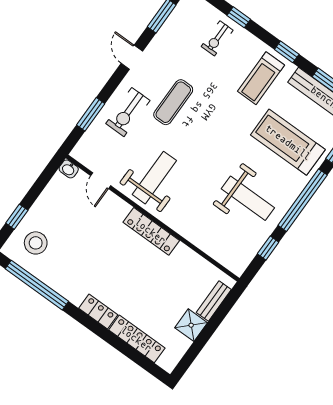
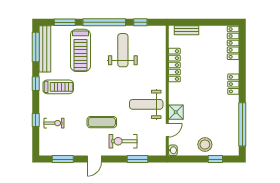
exercise bike: (128, 112) -> (123, 141), turned 180
locker: (151, 231) -> (174, 65), moved
stool: (36, 243) -> (205, 145), moved
shower: (191, 325) -> (176, 112), moved
locker: (137, 339) -> (233, 43), moved

